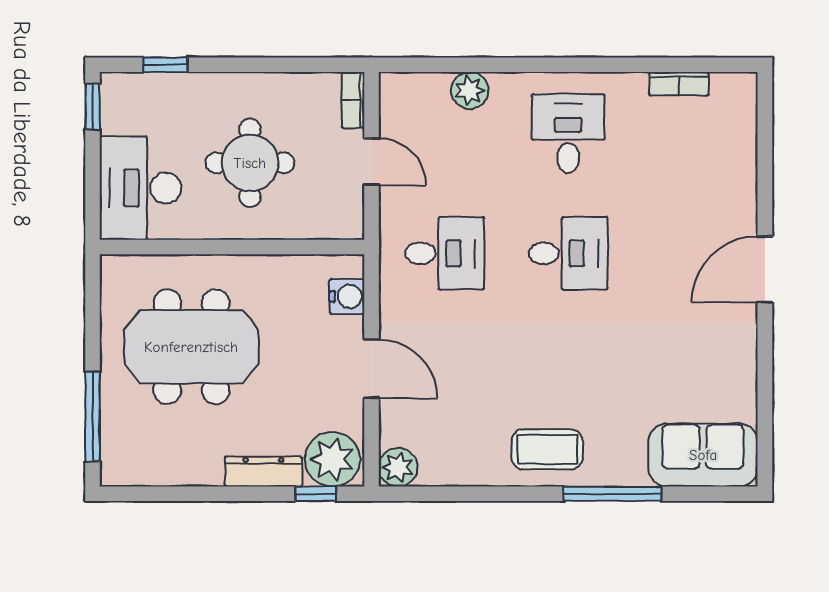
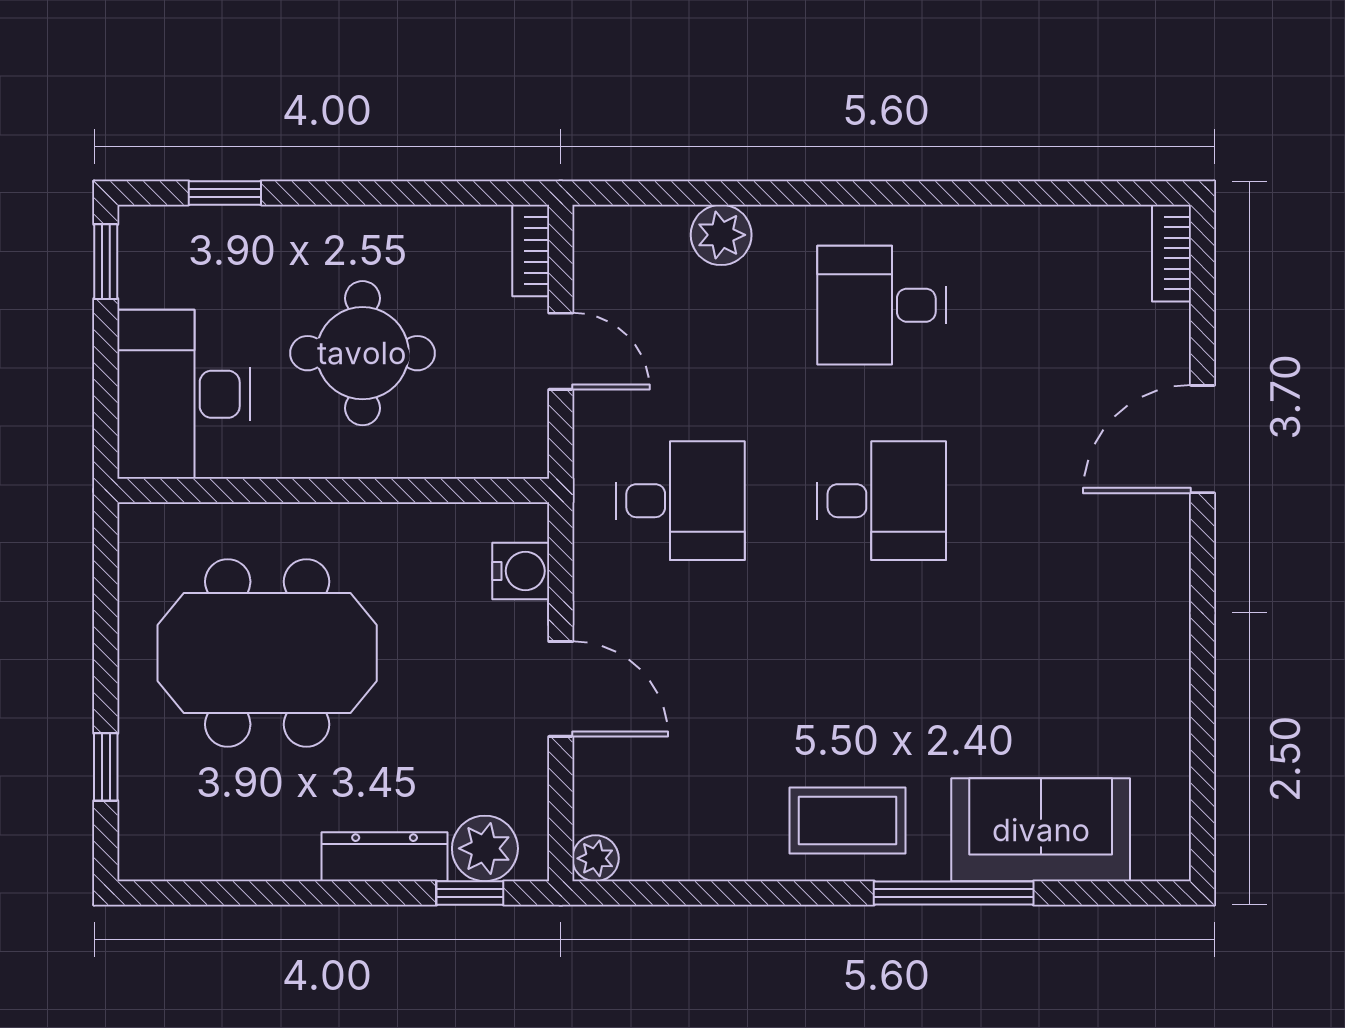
bookcase: (679, 84) -> (1171, 253), moved, turned 90
desk: (568, 133) -> (882, 305), turned -90
door: (765, 269) -> (1203, 439), moved
window: (93, 417) -> (106, 767), width x0.46
sofa: (703, 455) -> (1041, 830), moved
plant: (332, 459) -> (485, 848), width x0.73, depth x0.73
plant: (398, 467) -> (596, 858), width x0.73, depth x0.73

